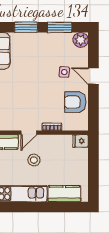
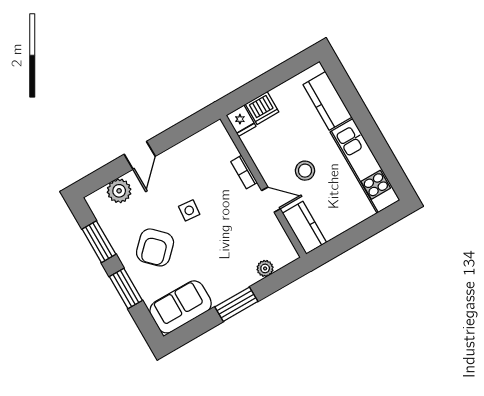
plant: (81, 40) -> (119, 191), moved
side table: (64, 72) -> (189, 210), moved
armchair: (75, 102) -> (155, 247), moved, turned 45
dishwasher: (81, 156) -> (262, 108), added

